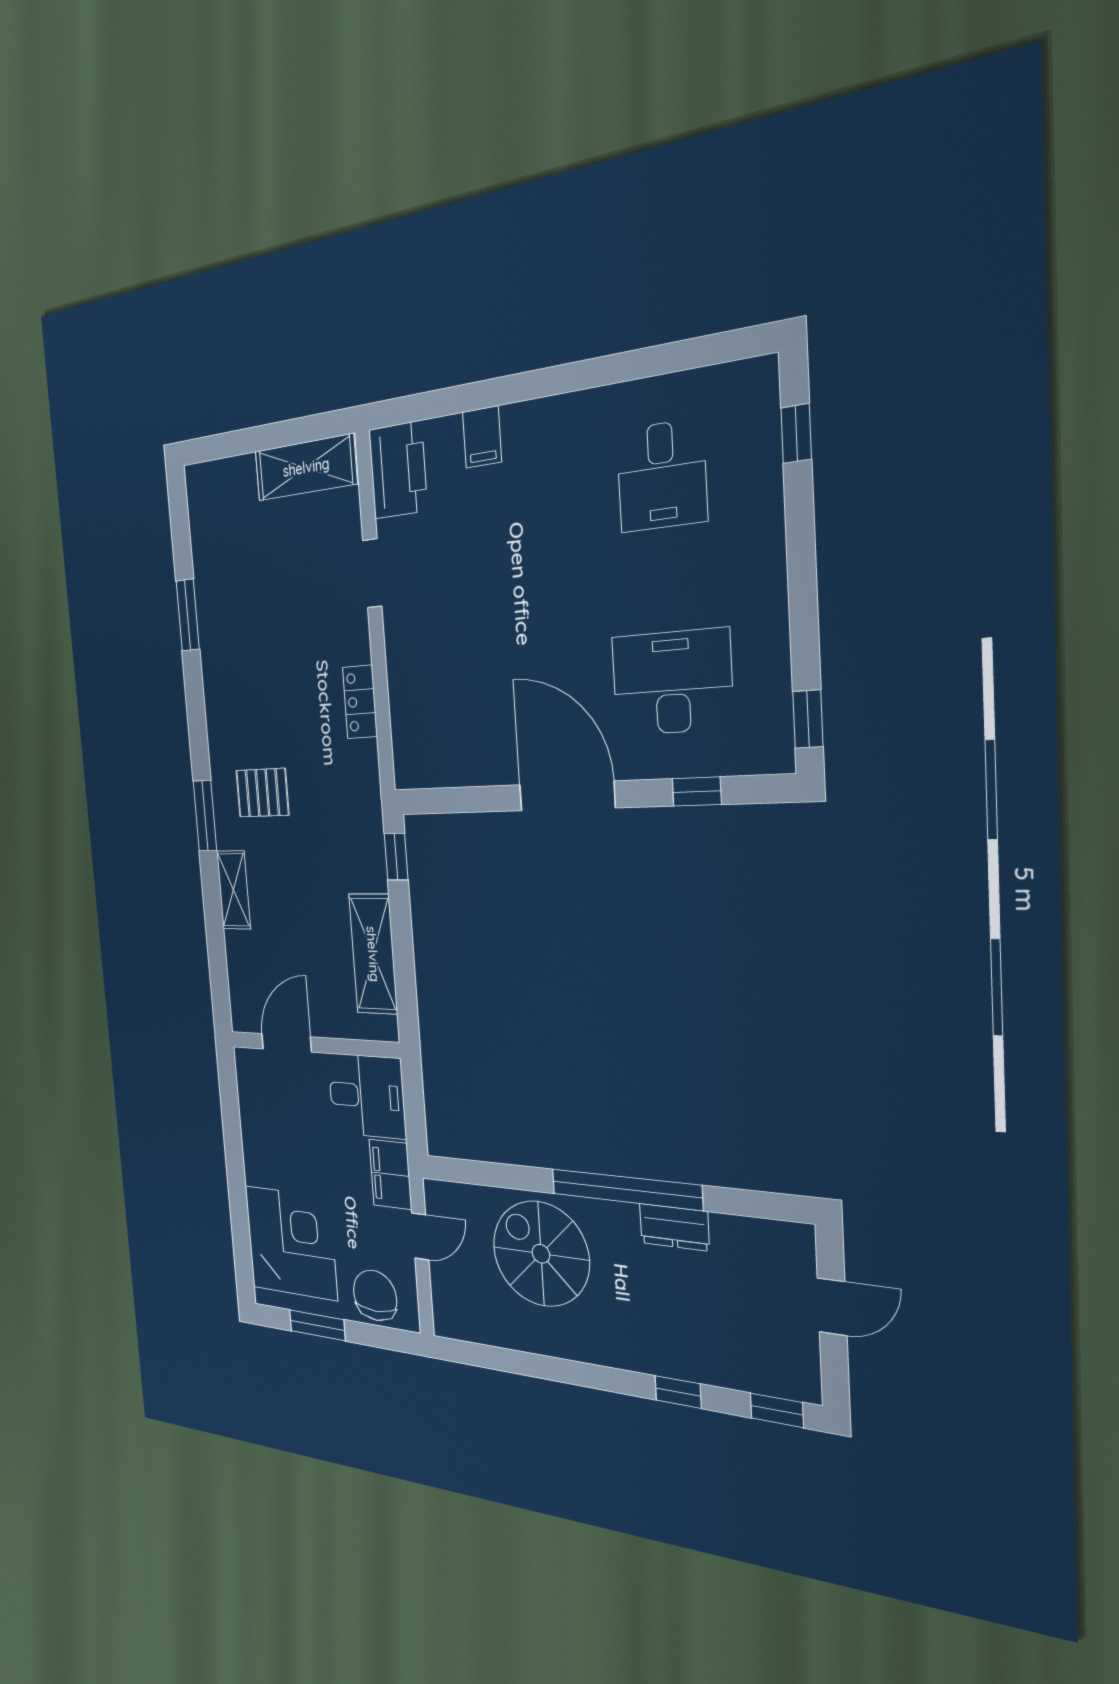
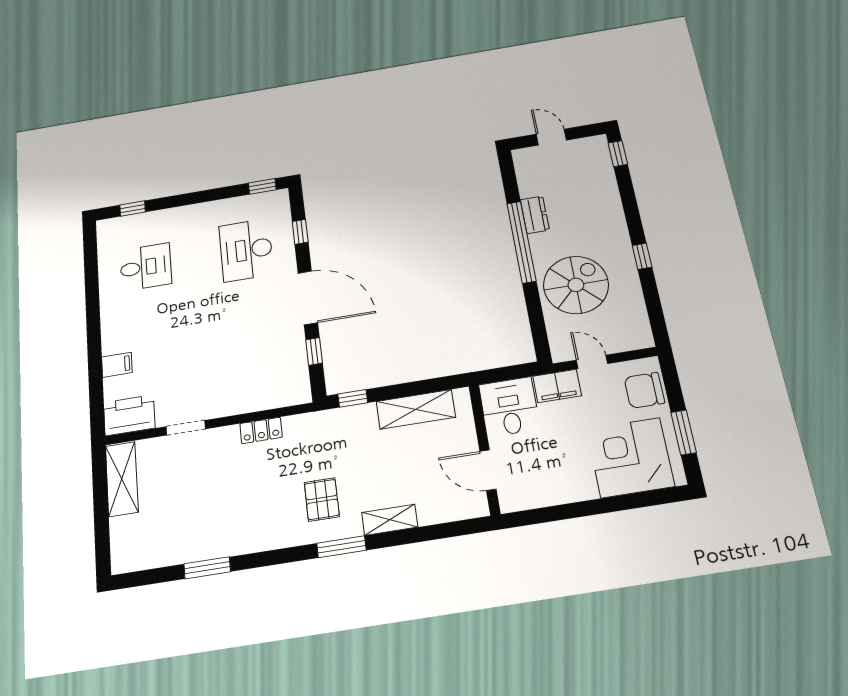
door: (567, 796) -> (308, 298), swing flipped
window: (474, 799) -> (314, 351), added
spiral stairs: (541, 1254) -> (576, 285), turned 180
window: (678, 1392) -> (642, 256), moved

